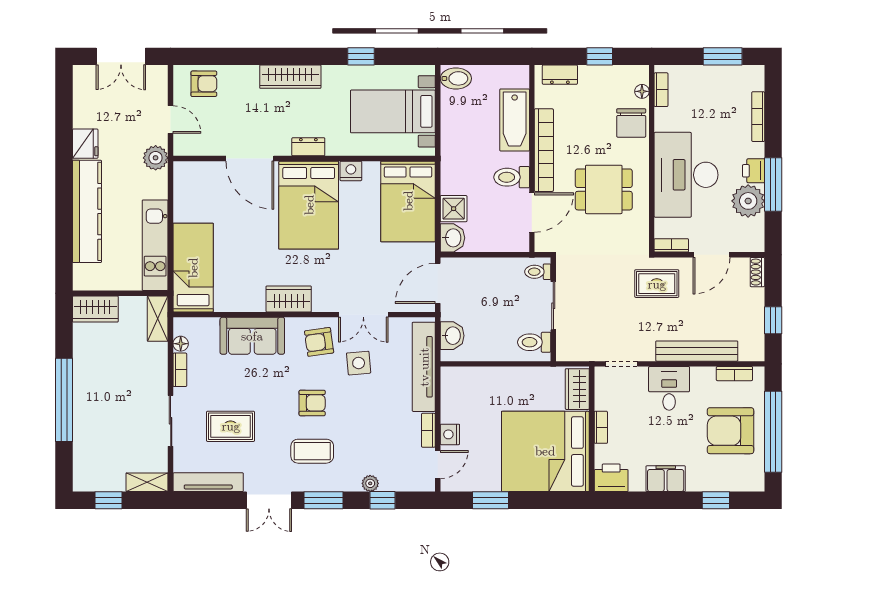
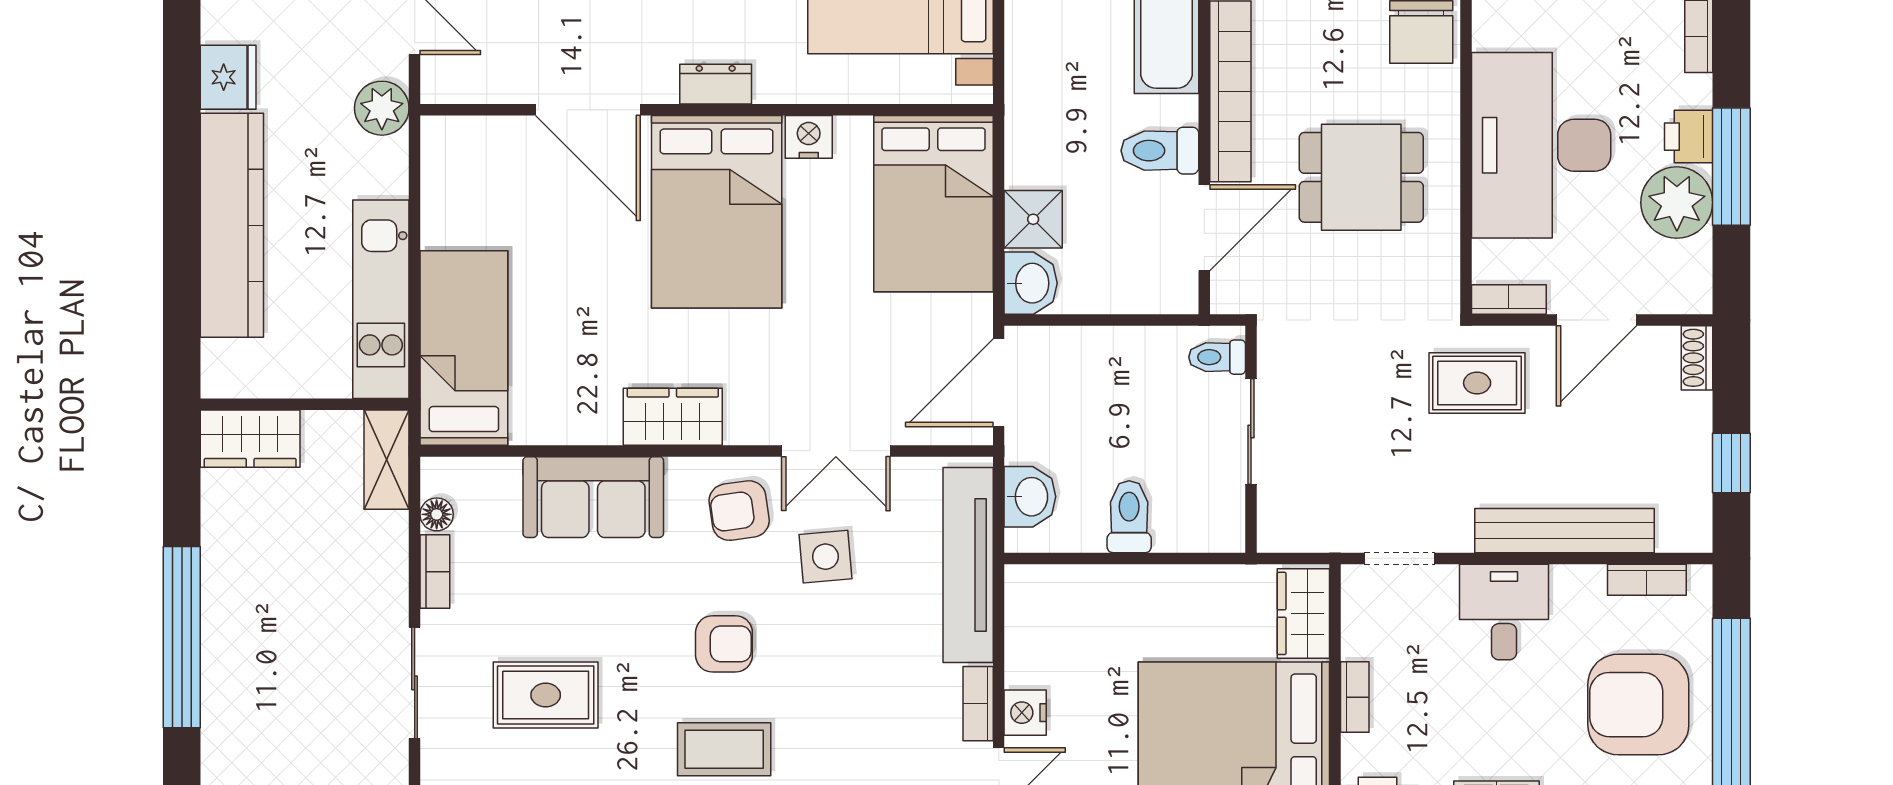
toilet: (534, 342) -> (1129, 517), moved, turned 90

